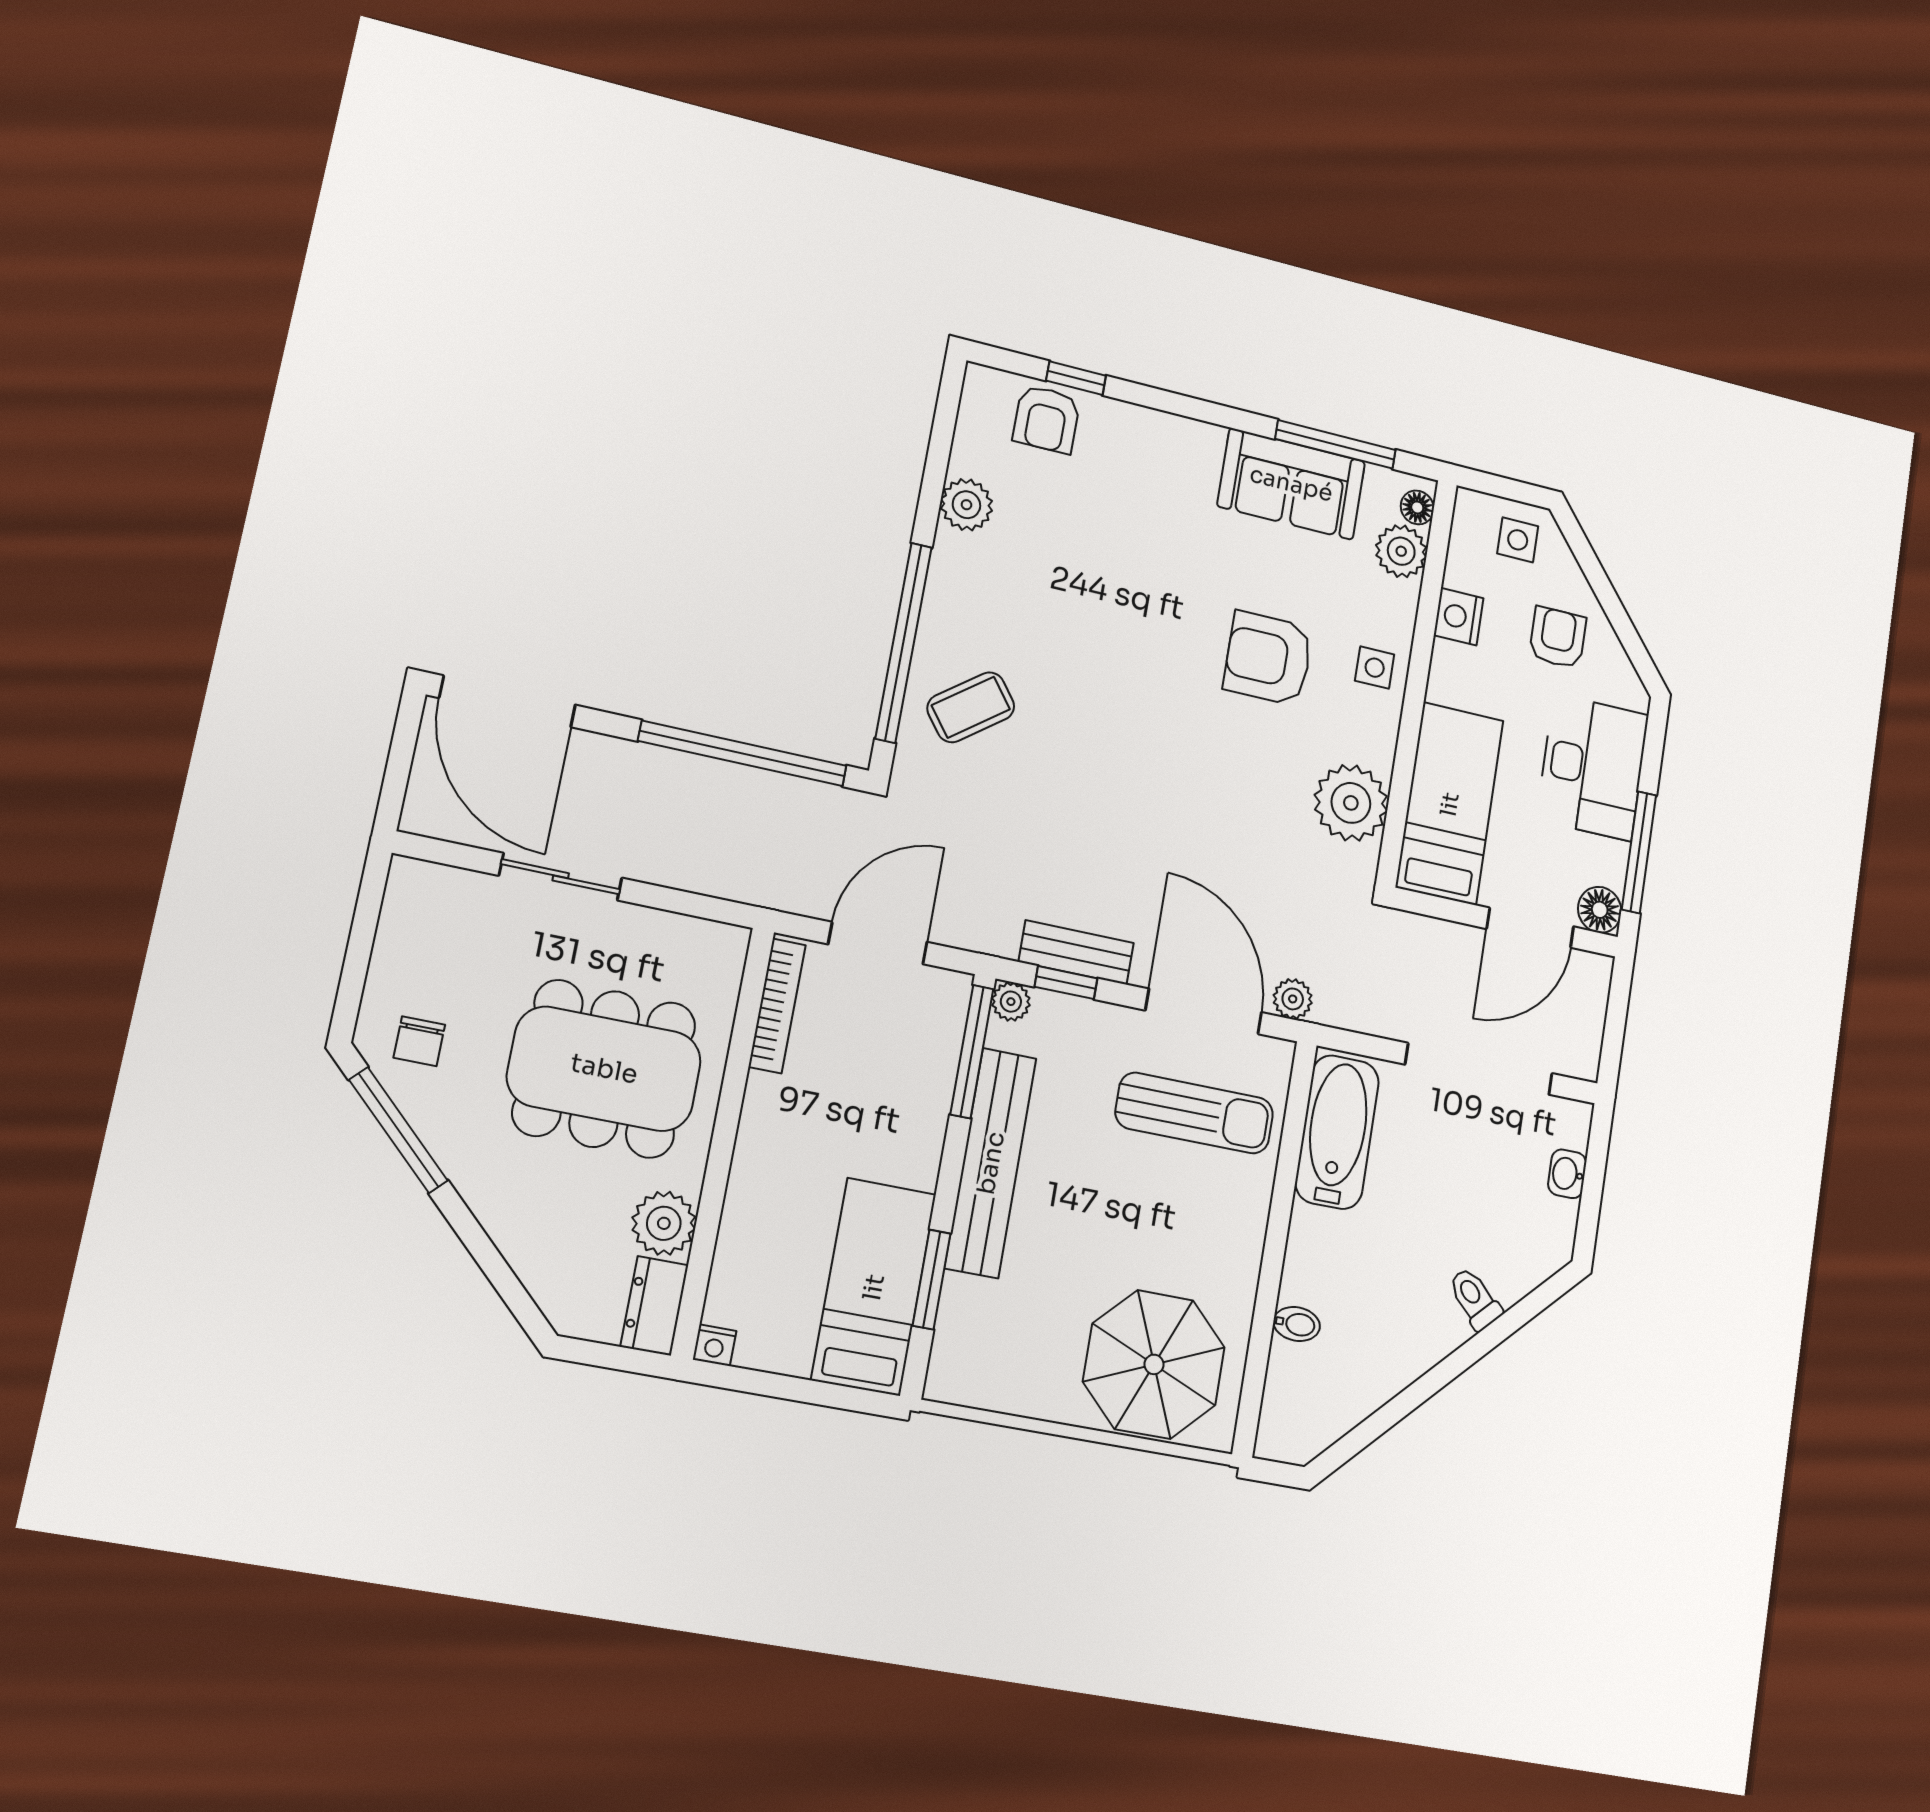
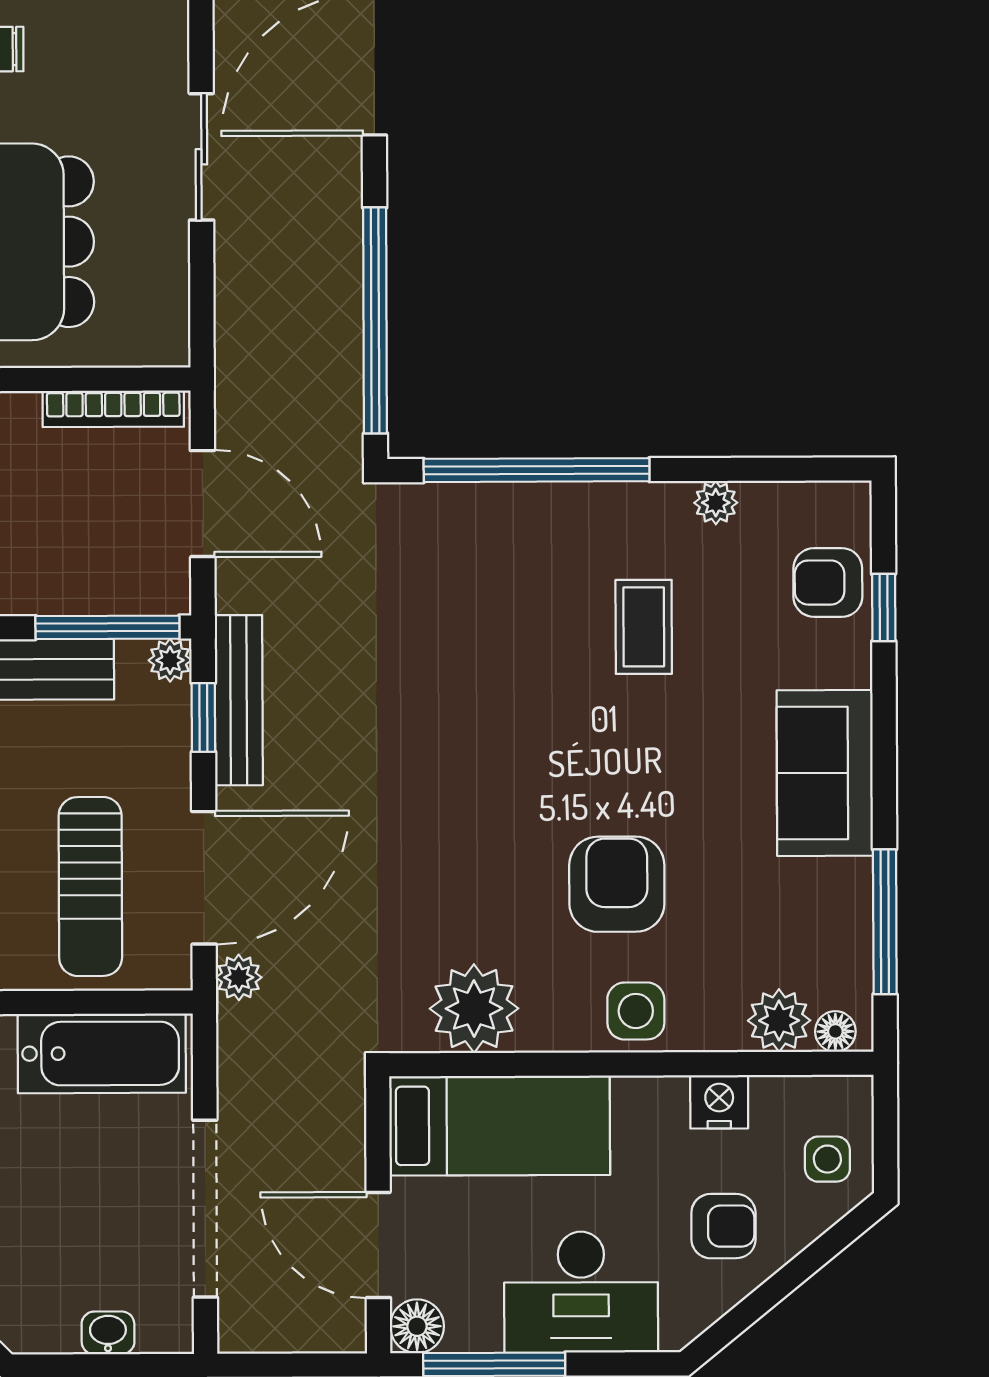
sofa: (1291, 484) -> (825, 773), moved
plant: (966, 505) -> (716, 503), width x0.73, depth x0.73
side table: (1375, 668) -> (636, 1011), width x1.37, depth x1.37
coffee table: (971, 707) -> (644, 627), moved, turned 37
bench: (1076, 952) -> (239, 700), width x1.36

